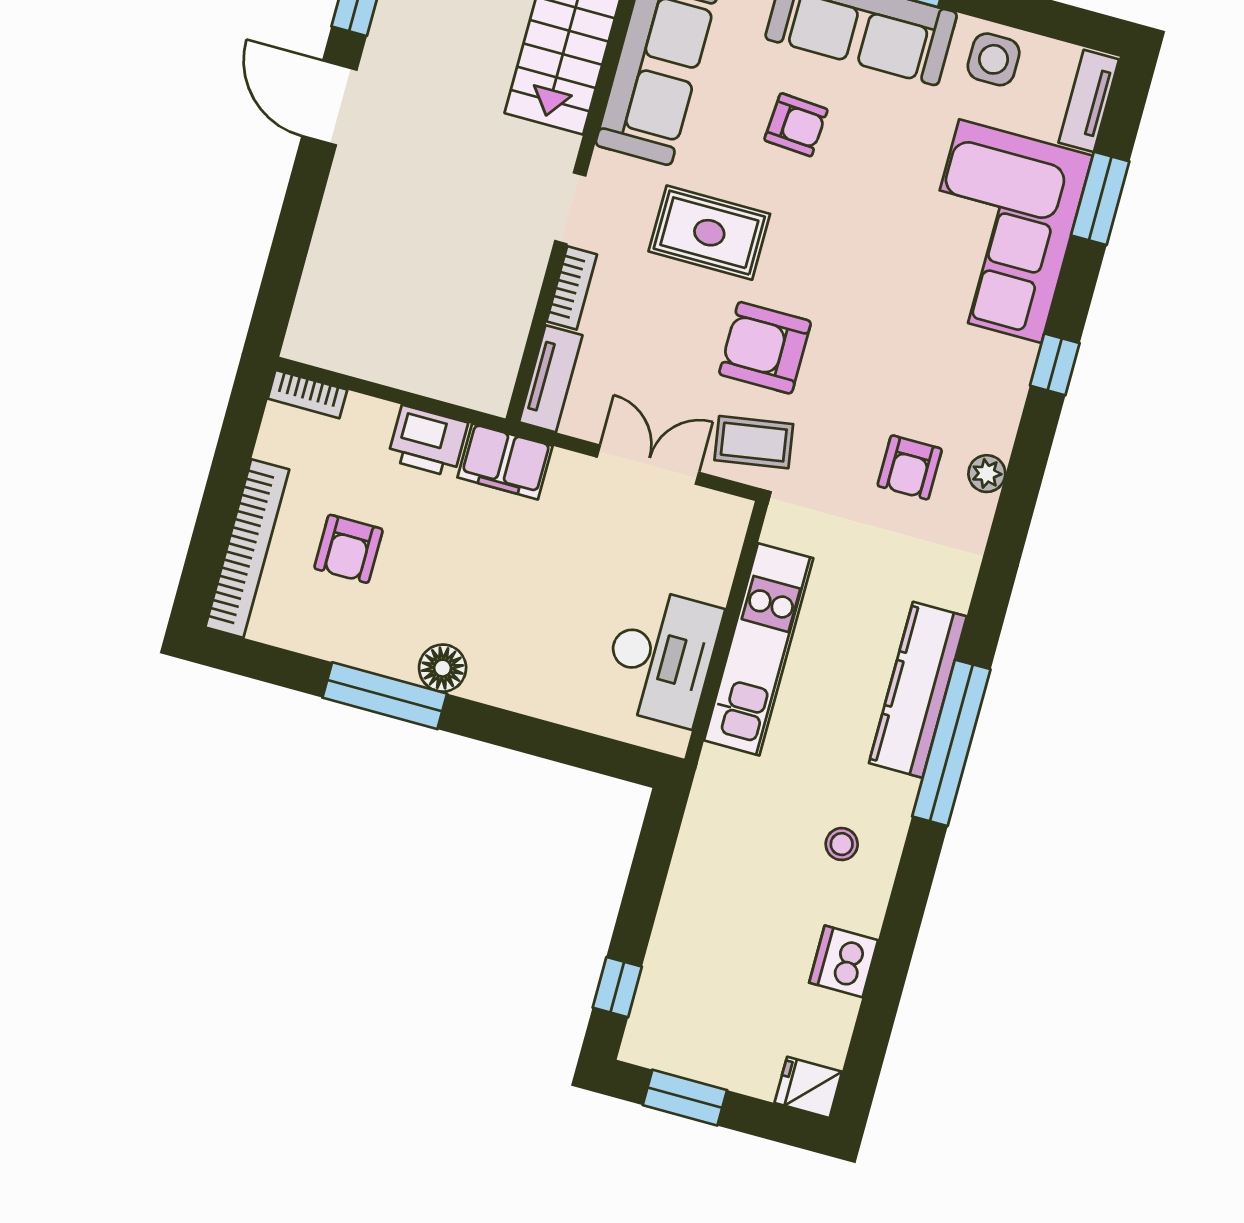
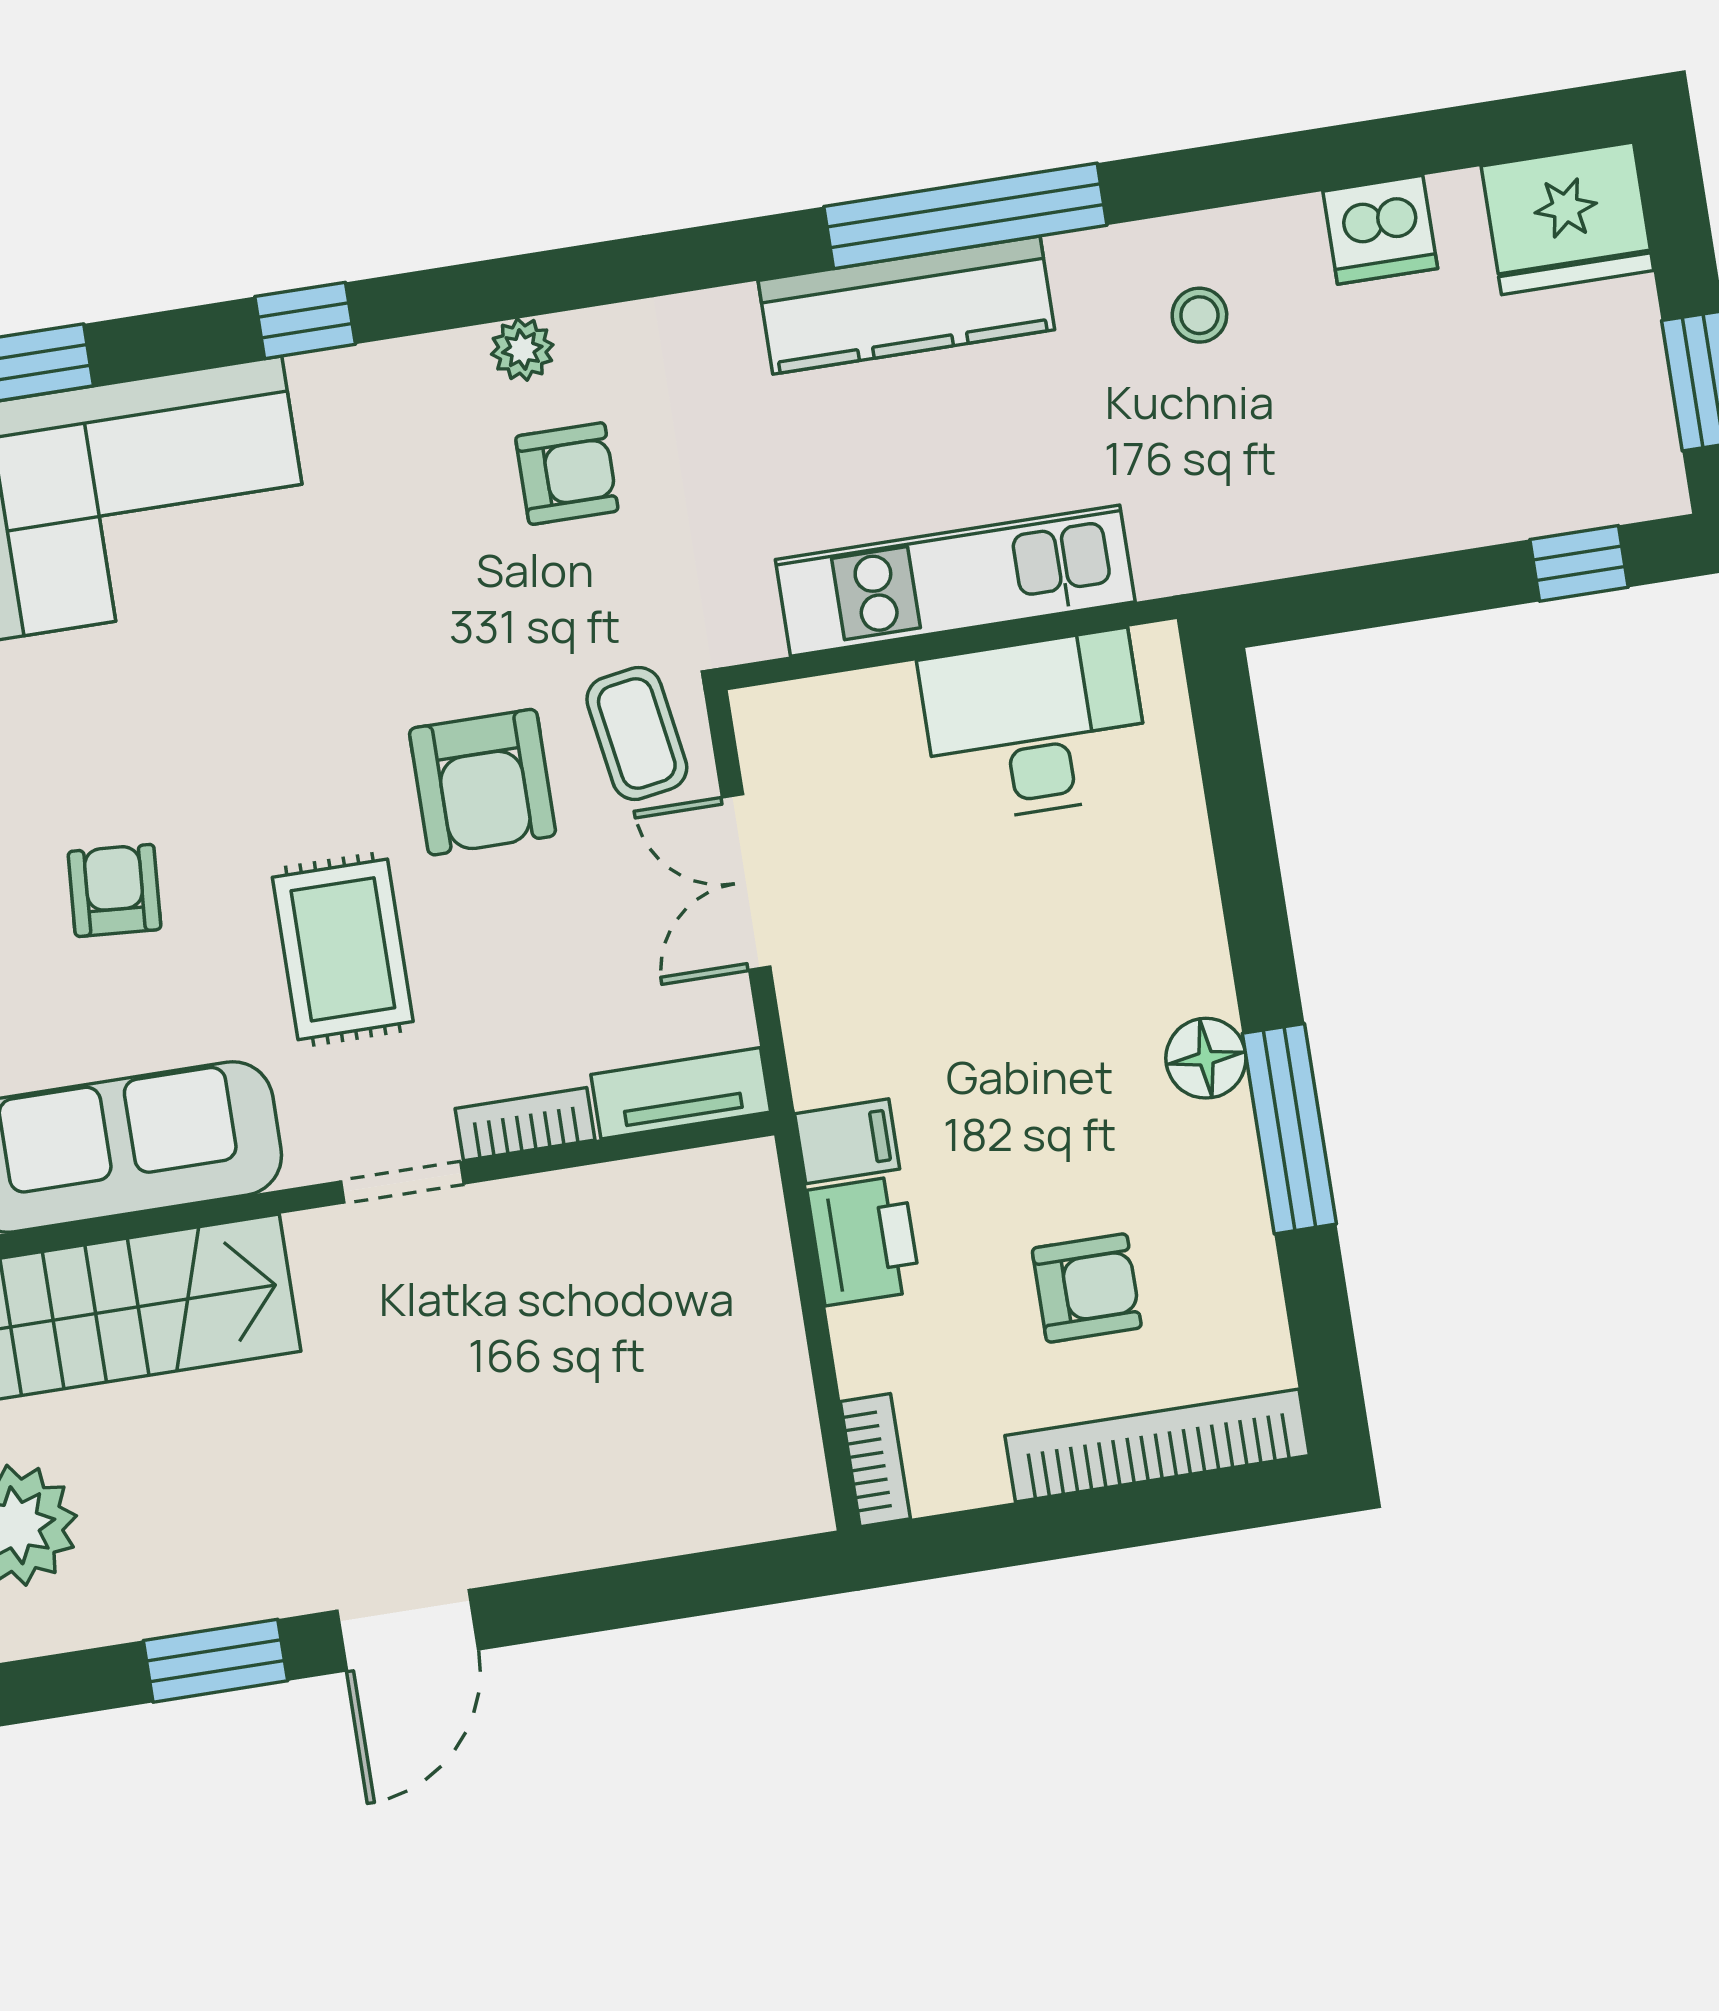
filing cabinet: (505, 462) -> (847, 1141), width x0.50
fridge: (808, 1087) -> (1567, 218), width x1.88, depth x1.34

